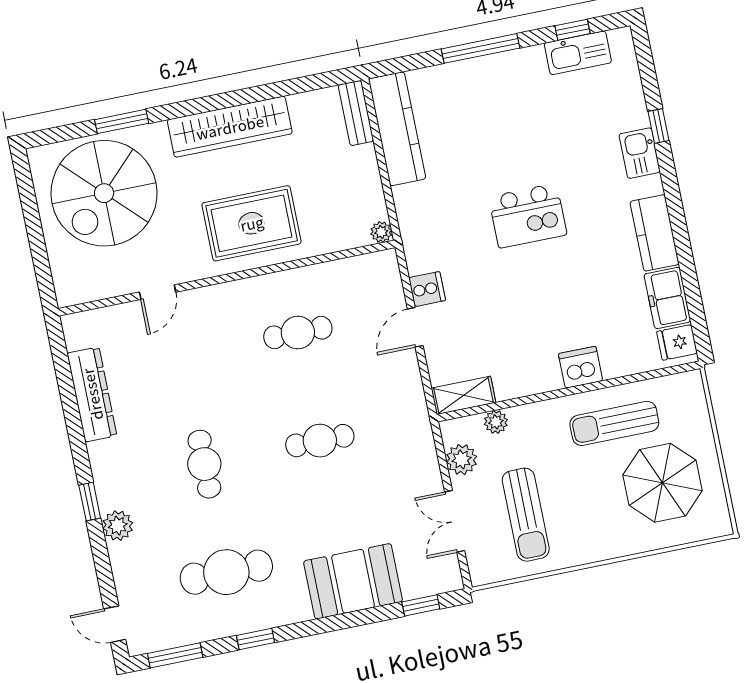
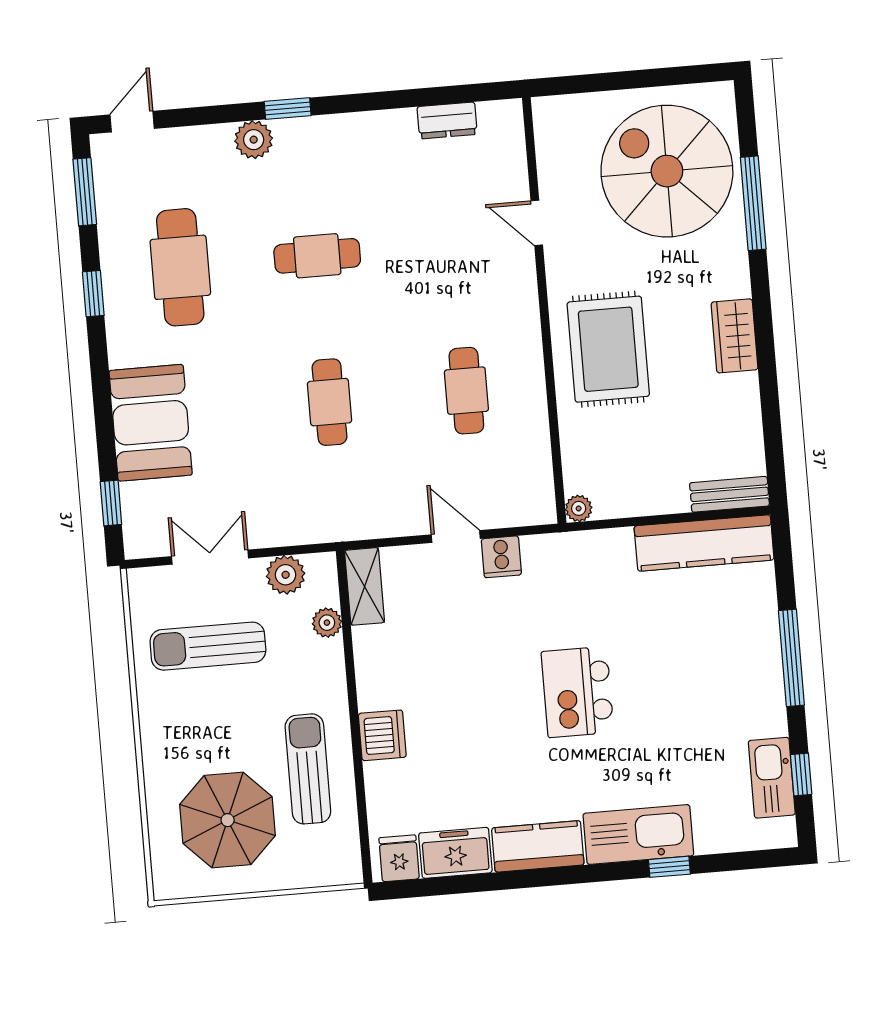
window: (122, 121) -> (753, 203), width x1.44
wardrobe: (230, 127) -> (735, 336), width x0.48, depth x0.85
kitchen sink: (640, 153) -> (638, 835), width x1.88, depth x1.24
dresser: (92, 394) -> (447, 121), width x0.51, depth x0.80

